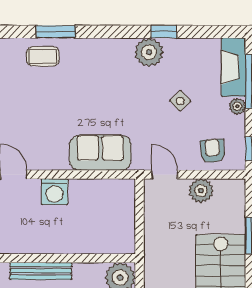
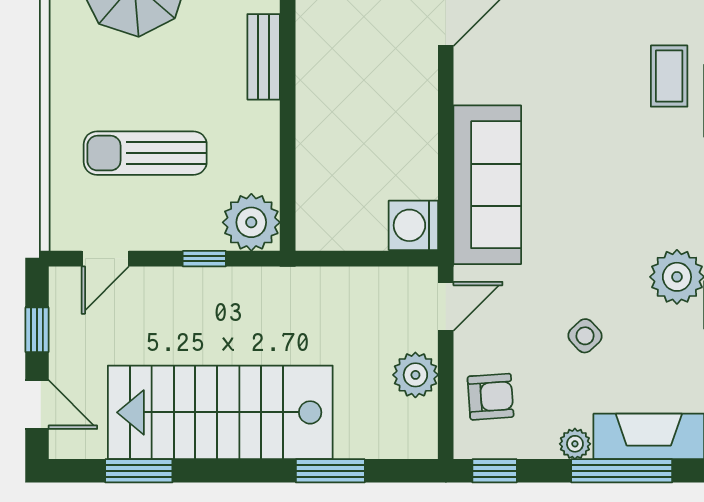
sofa: (100, 153) -> (487, 185), width x1.36
washing machine: (54, 192) -> (413, 225), moved
bench: (41, 271) -> (264, 57), width x0.73

